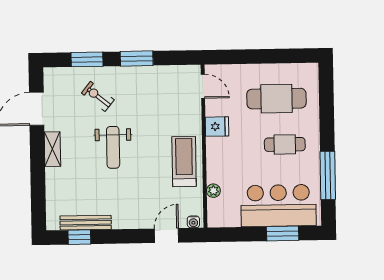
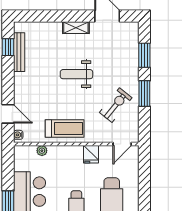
exercise bike: (98, 96) -> (116, 105), moved, width x1.38, depth x1.39

